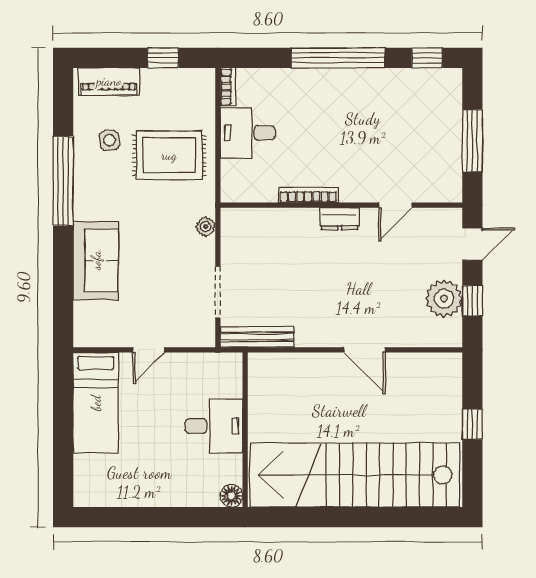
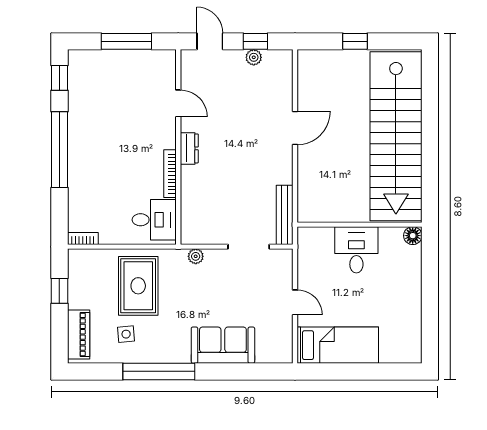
desk: (248, 133) -> (154, 220), moved, turned -90
plant: (444, 299) -> (254, 57), width x0.53, depth x0.53

